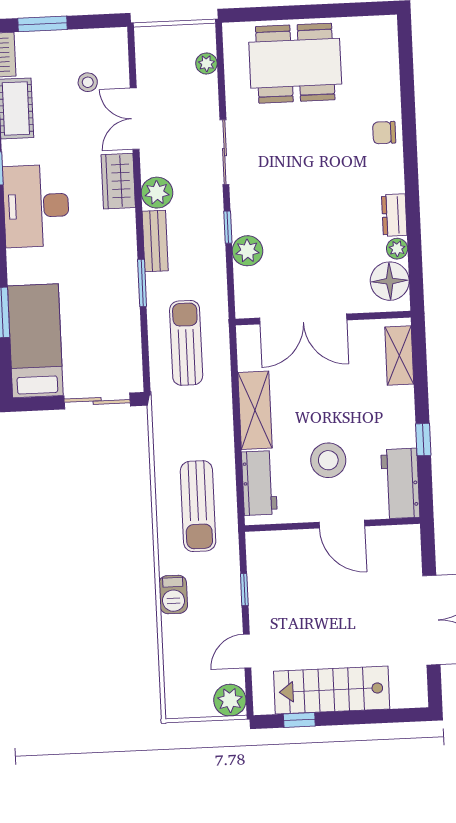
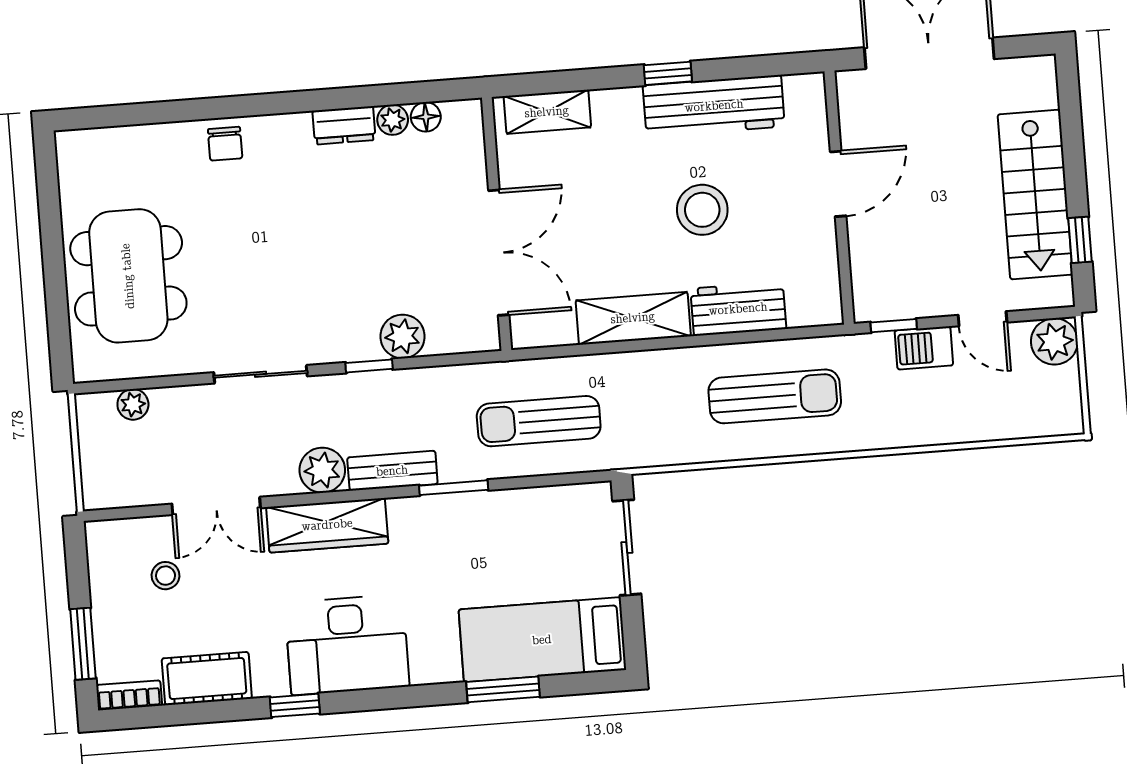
wardrobe: (118, 181) -> (327, 525), width x1.50
floor lamp: (390, 281) -> (426, 117), width x0.53, depth x0.53
workbench: (400, 483) -> (714, 106), width x1.38
door: (342, 524) -> (838, 184), moved
wall: (332, 525) -> (839, 198), moved
barbecue: (173, 595) -> (924, 348), moved, turned 180

